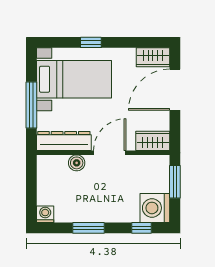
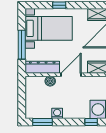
washing machine: (45, 214) -> (57, 113), moved
window: (89, 228) -> (42, 122), moved

